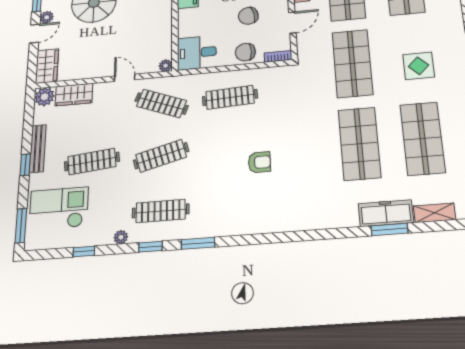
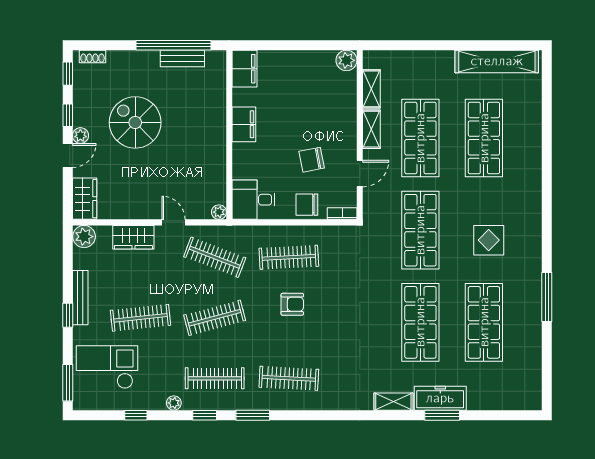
wardrobe: (74, 95) -> (133, 237), moved
armchair: (259, 162) -> (292, 304), moved
clothes rail: (233, 205) -> (289, 378), added
shelving: (435, 213) -> (393, 402), moved

